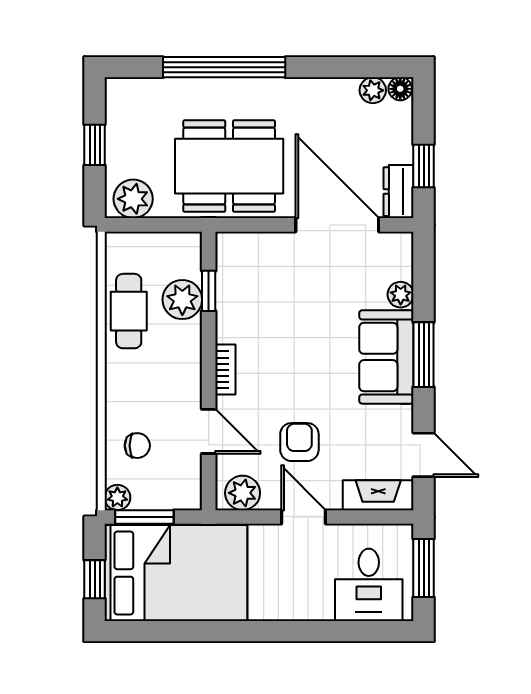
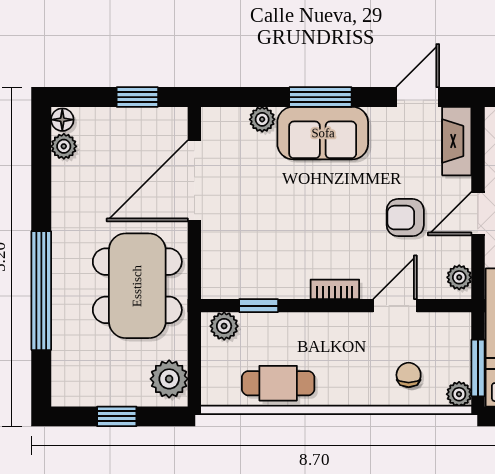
dresser: (399, 192) -> (162, 121), removed
plant: (182, 300) -> (224, 326), moved, width x0.73, depth x0.73
plant: (243, 493) -> (459, 277), width x0.73, depth x0.73

